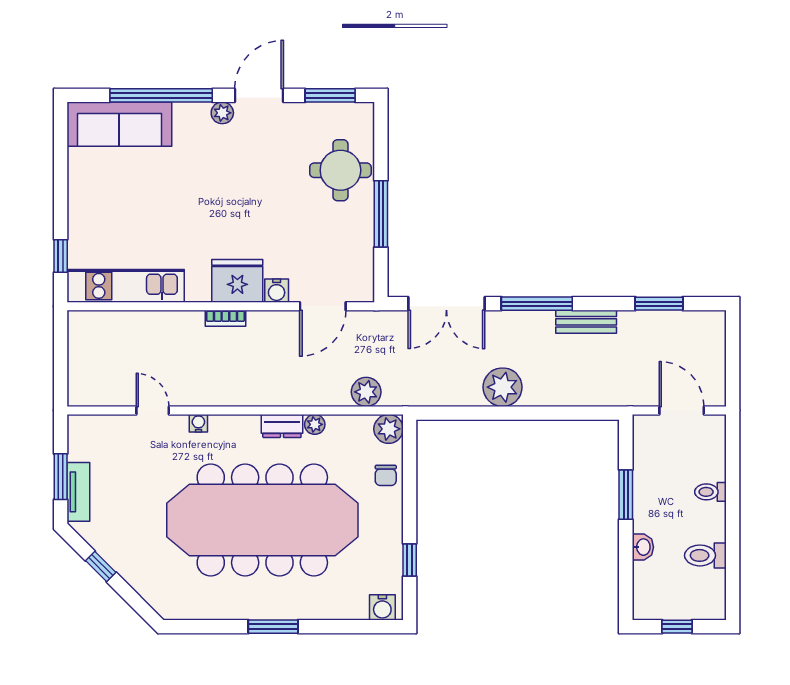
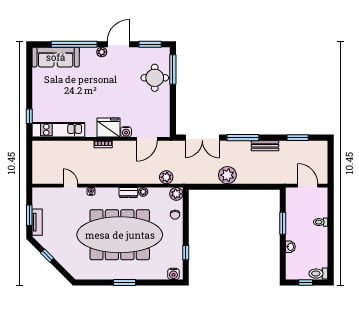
window: (381, 214) -> (173, 70), moved
toilet: (705, 555) -> (318, 274), moved

